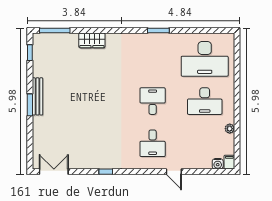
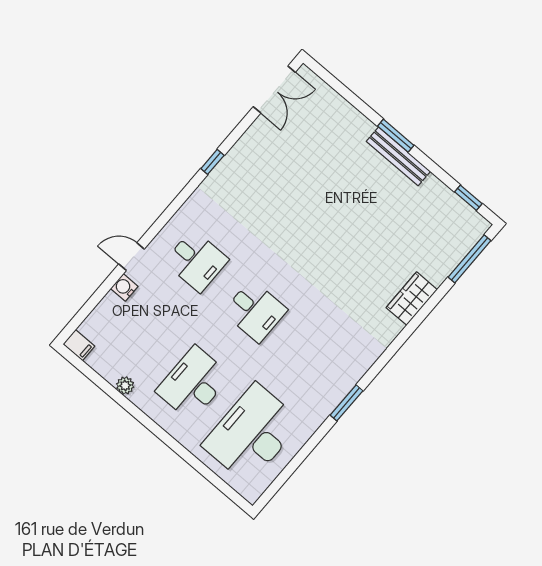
desk: (153, 143) -> (196, 261), turned 180
water cooler: (218, 164) -> (124, 287), moved

